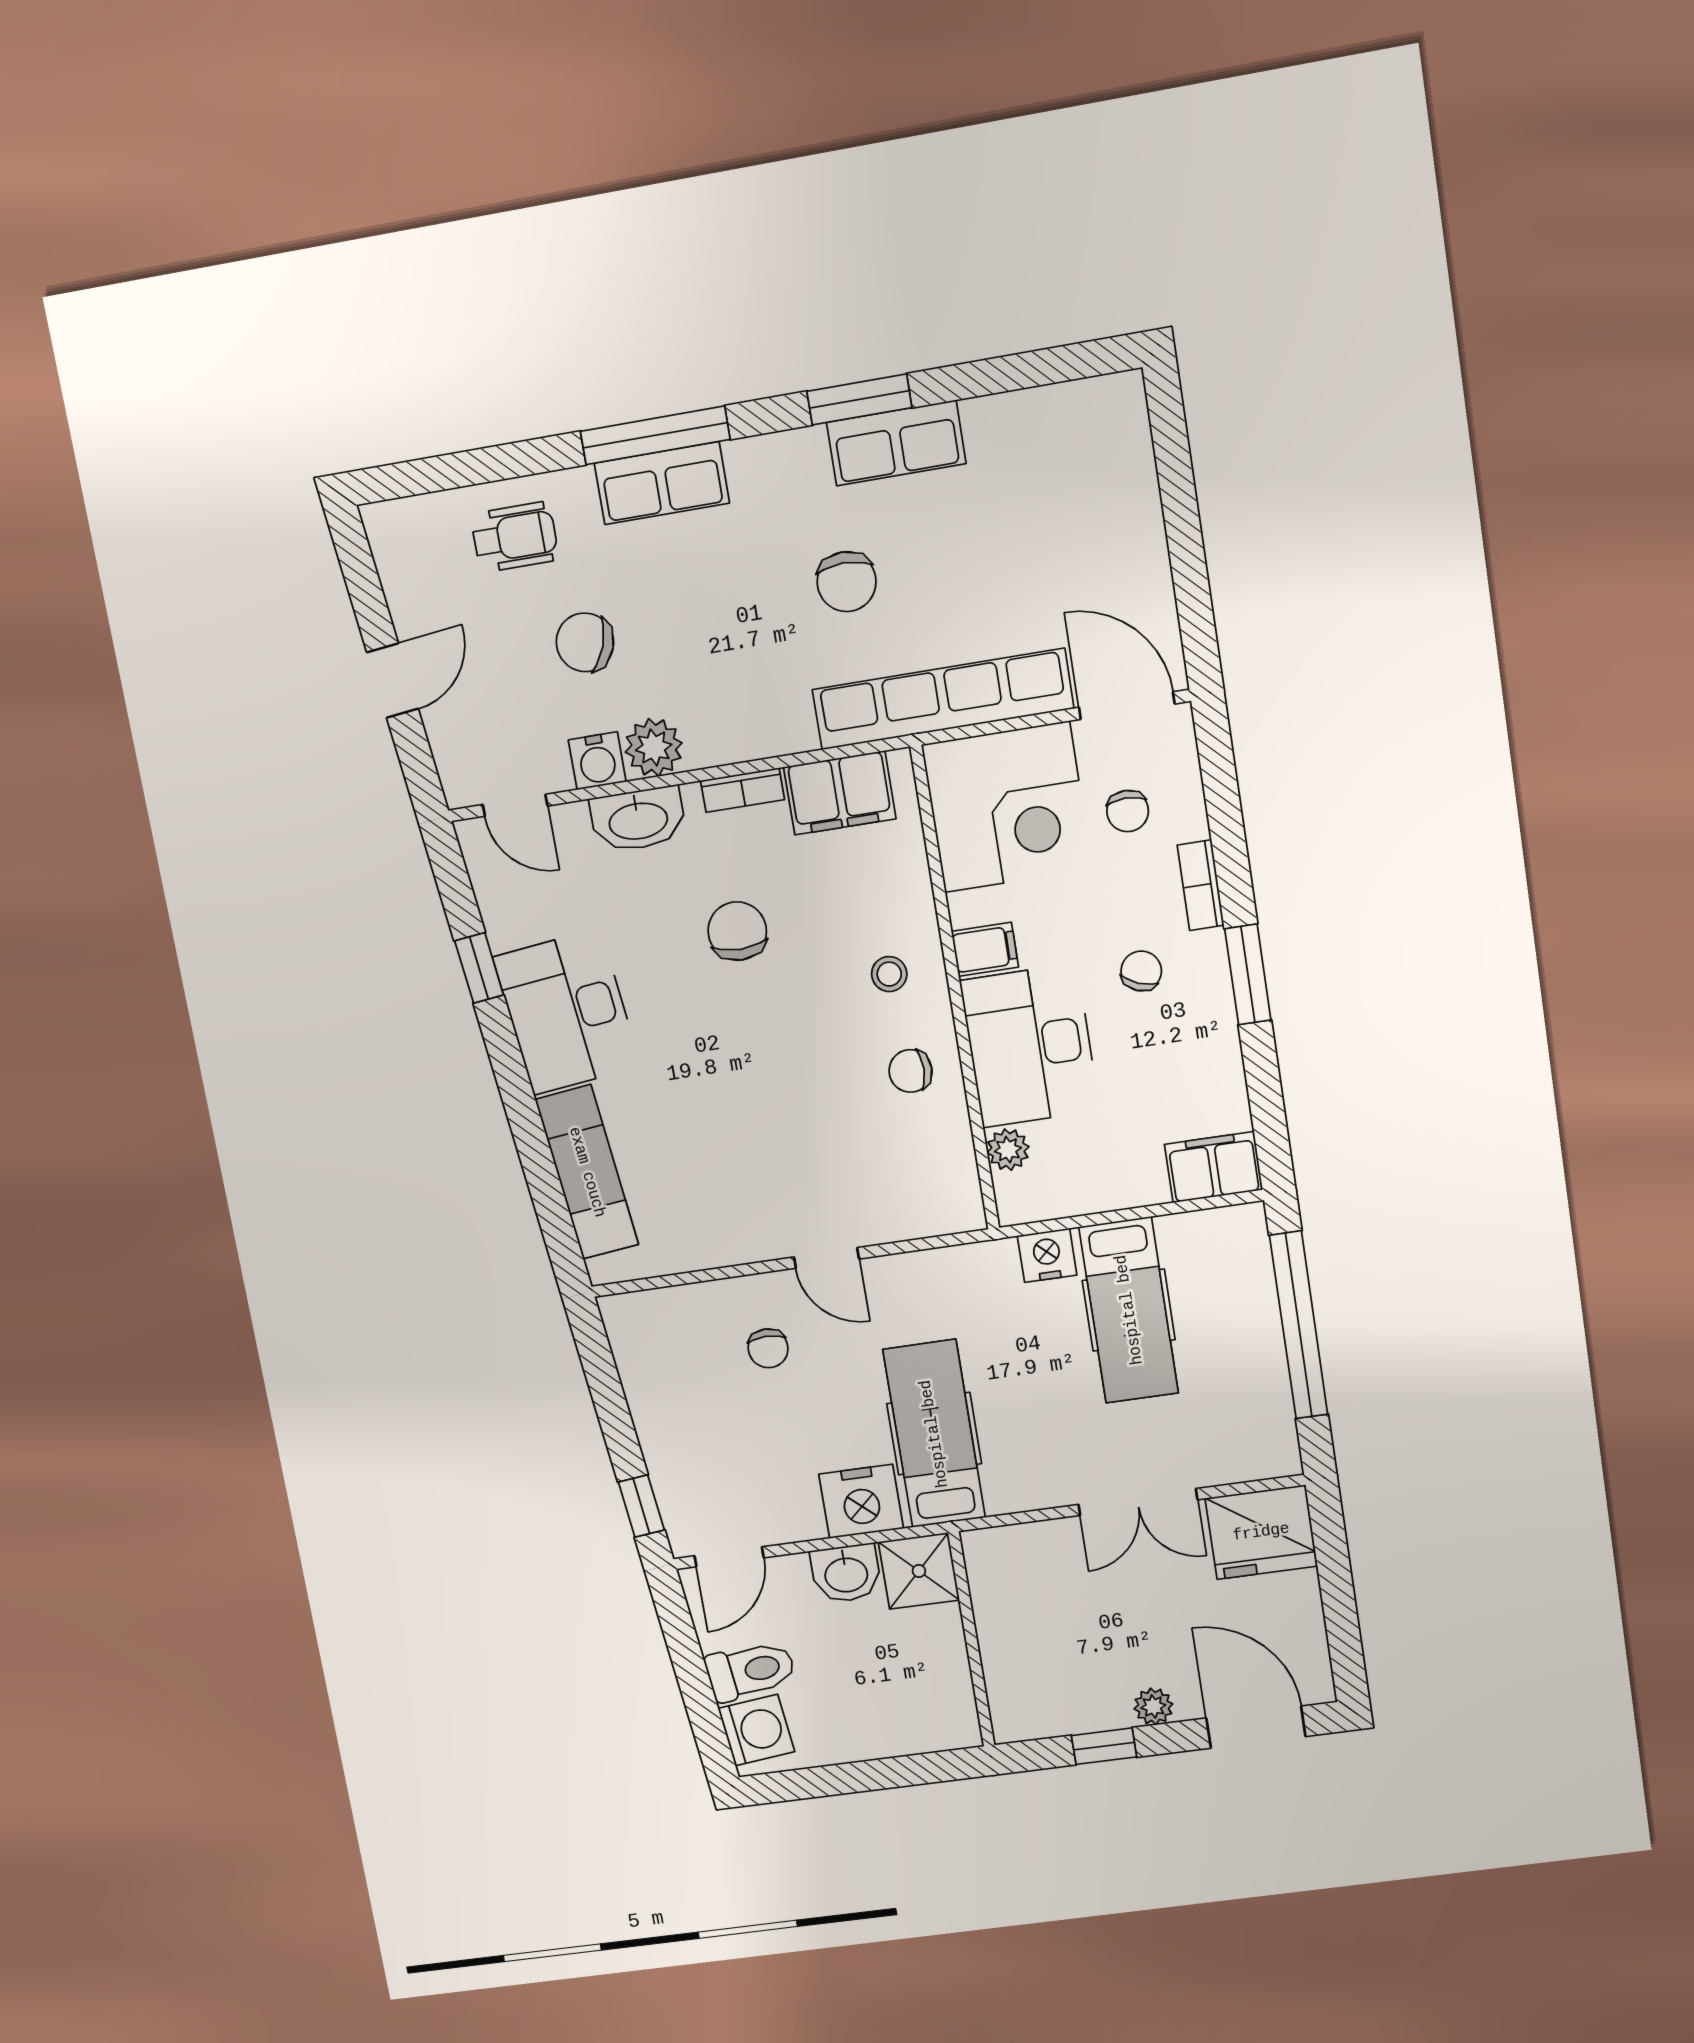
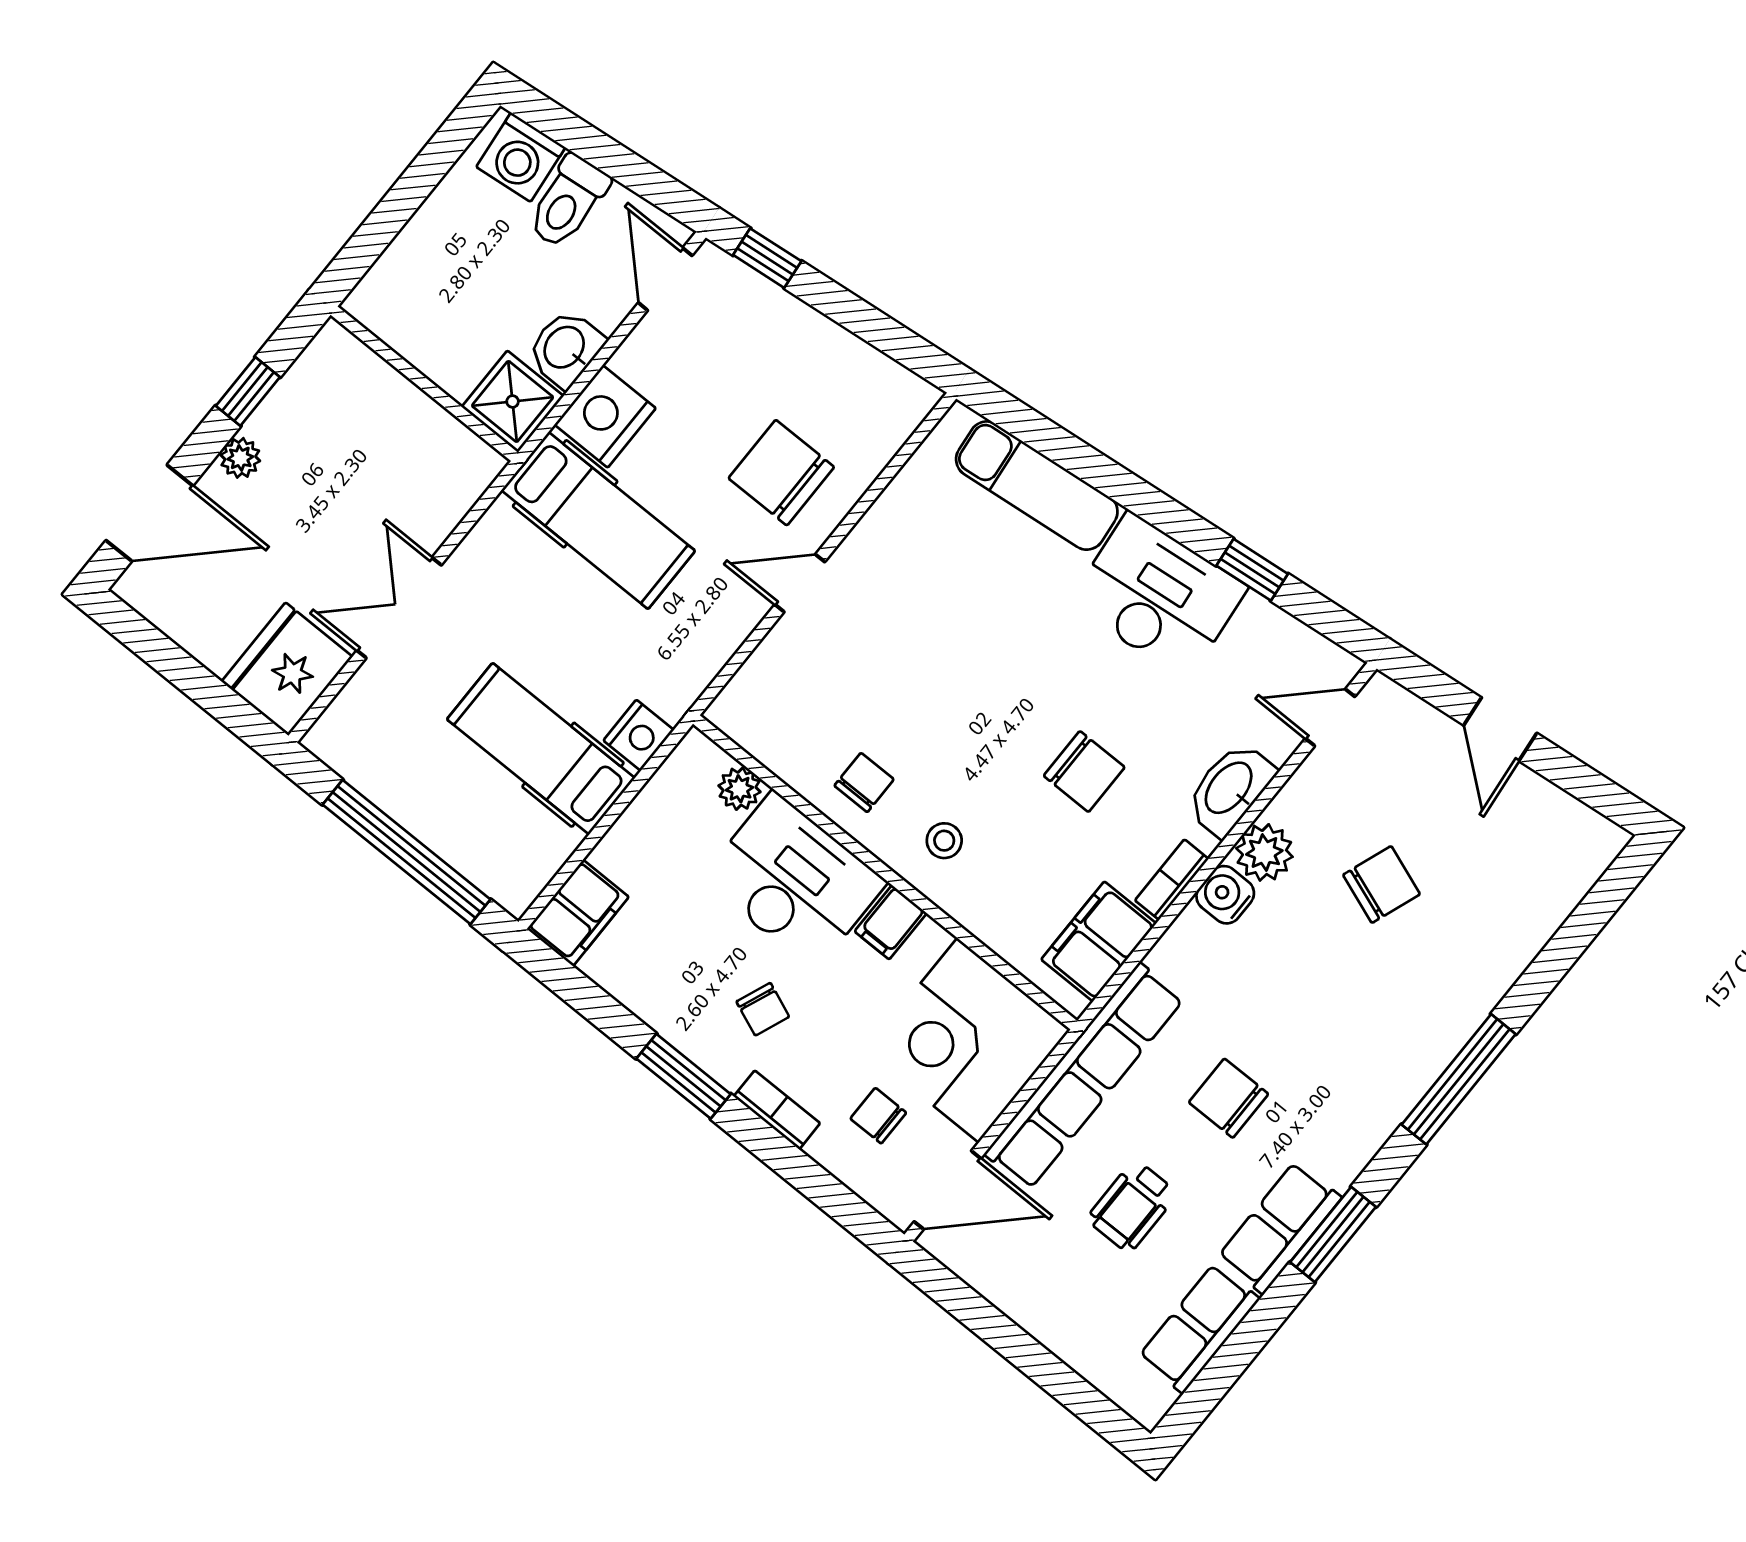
row of seats: (662, 483) -> (1199, 1328), moved
wheelchair: (515, 537) -> (1132, 1206), moved
water cooler: (597, 761) -> (1225, 895), moved
chair: (768, 1348) -> (781, 473), width x1.87, depth x1.87

